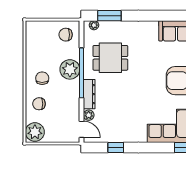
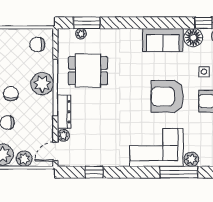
plant: (94, 25) -> (81, 34), moved
door: (82, 129) -> (55, 152), swing flipped
plant: (54, 136) -> (24, 159), added

